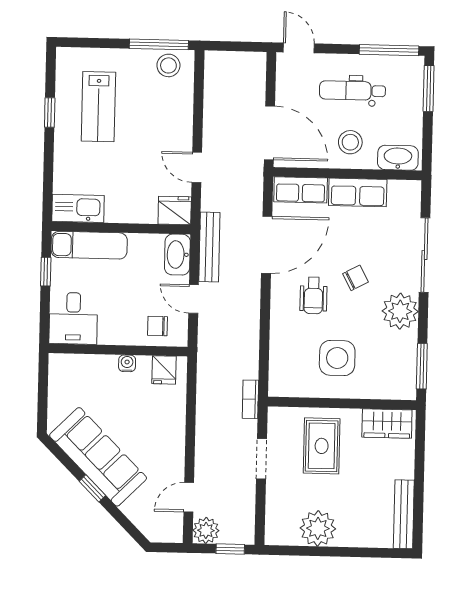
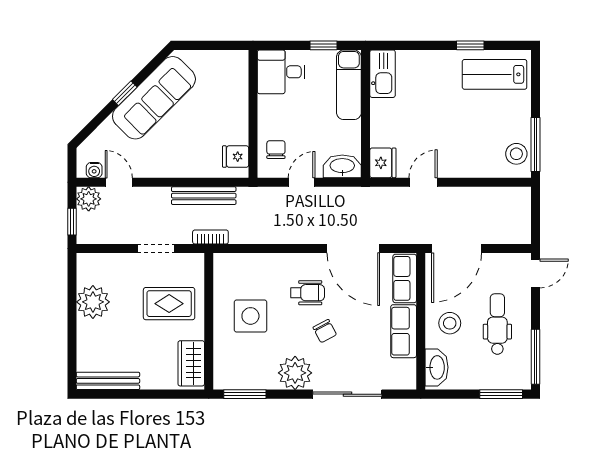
lab bench: (98, 107) -> (495, 74), moved
bench: (209, 247) -> (204, 196), moved
wheelchair: (313, 296) -> (308, 293), turned 180
water cooler: (127, 363) -> (94, 170), moved, turned 90

